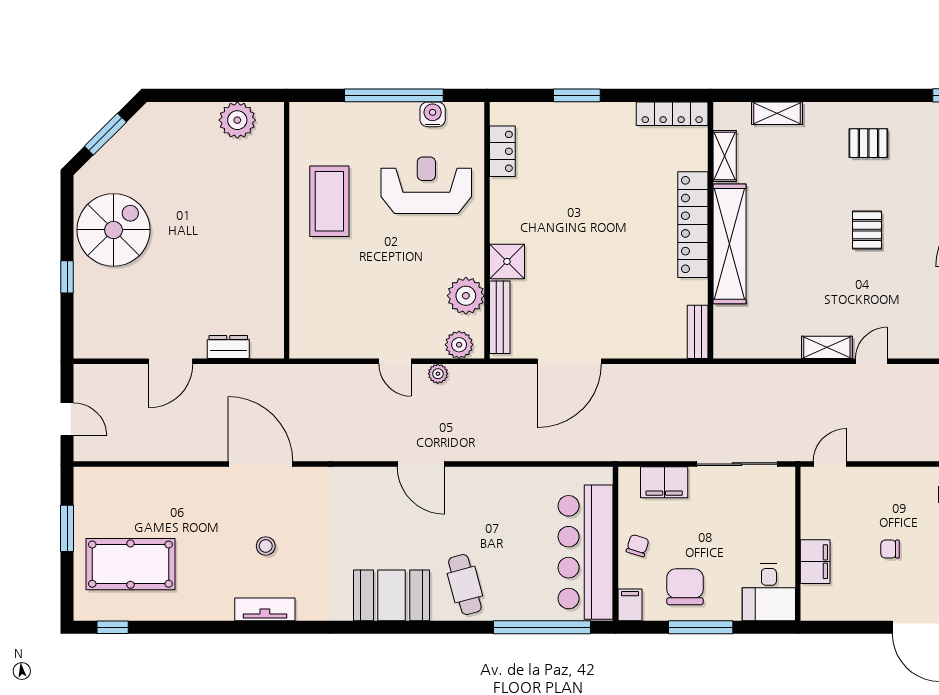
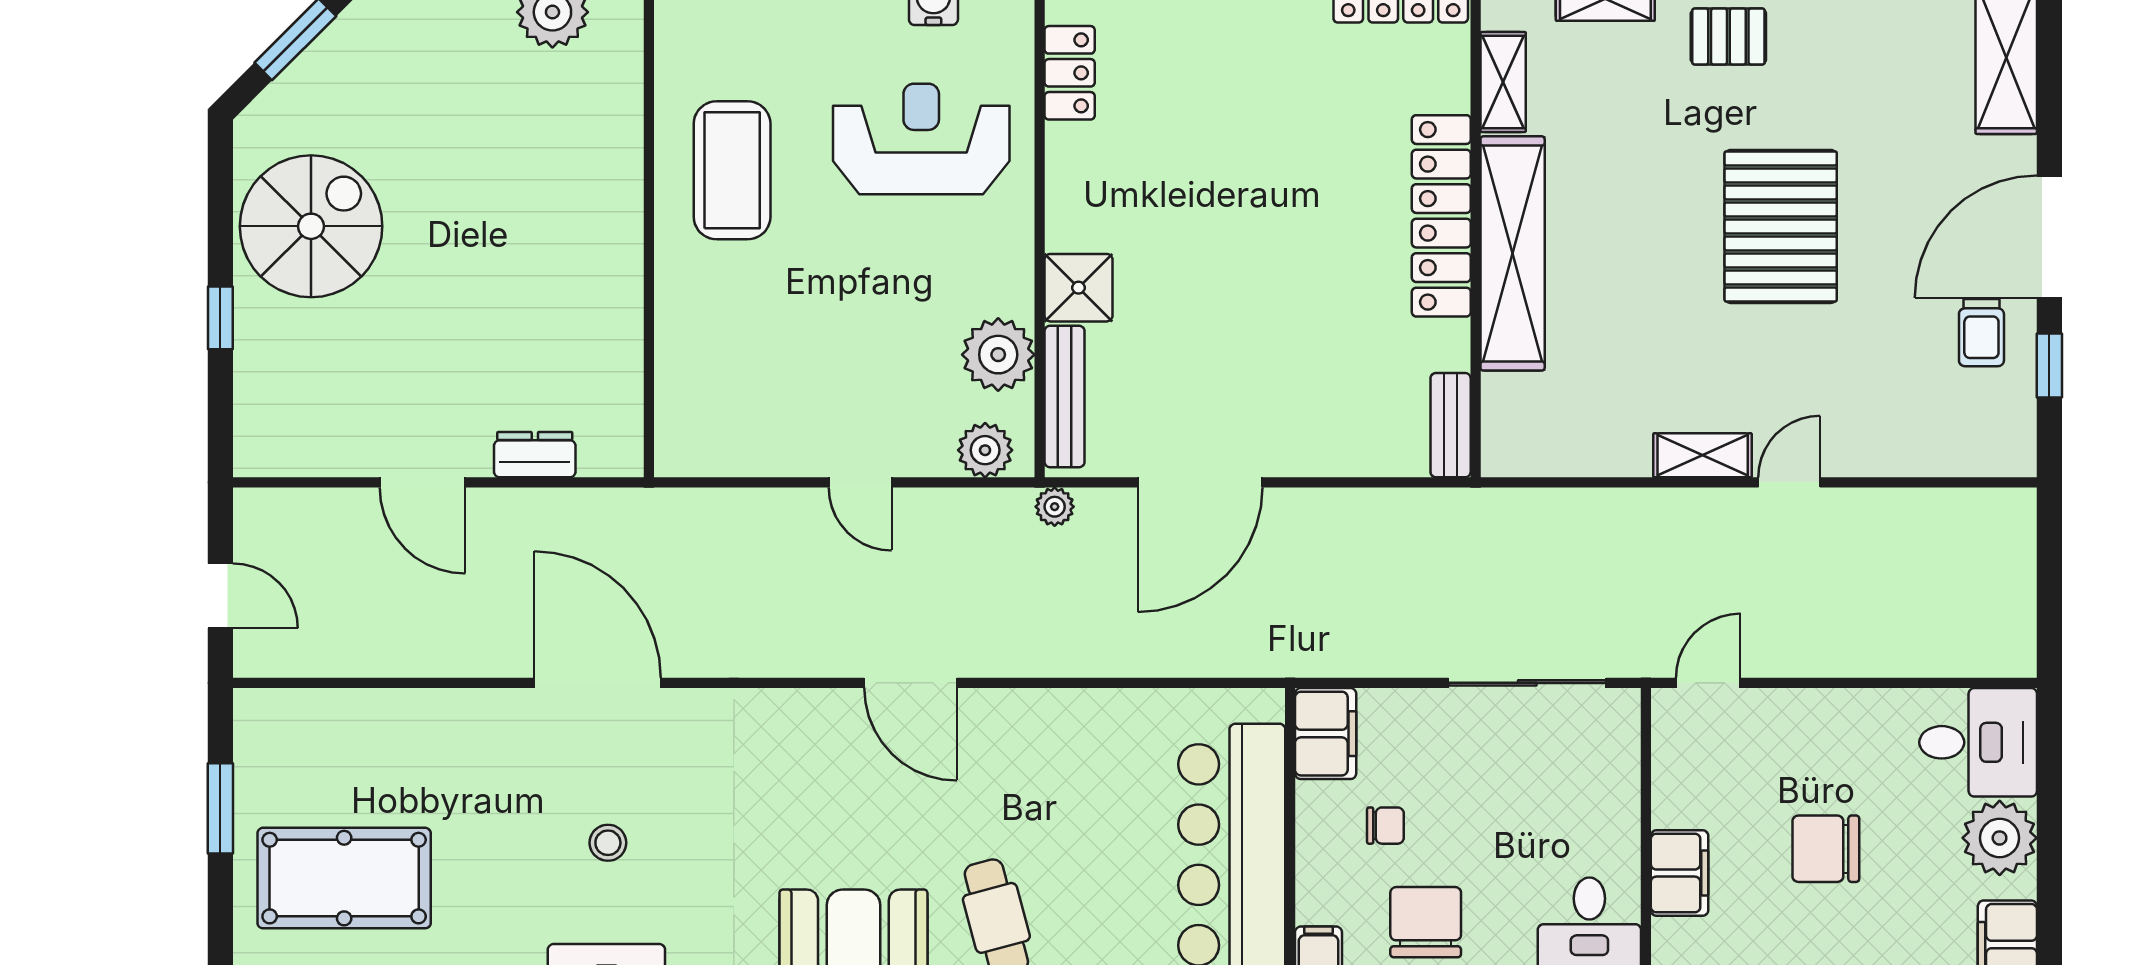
pallet: (868, 143) -> (1728, 37), moved
pallet: (867, 230) -> (1781, 226), width x2.05, depth x2.00
door: (171, 361) -> (423, 482), hinge flipped
plant: (438, 374) -> (1055, 507), moved
filing cabinet: (664, 482) -> (1326, 734), moved, turned -90
chair: (638, 546) -> (1385, 826), moved, turned 73
chair: (890, 549) -> (1826, 849), width x1.87, depth x1.87

